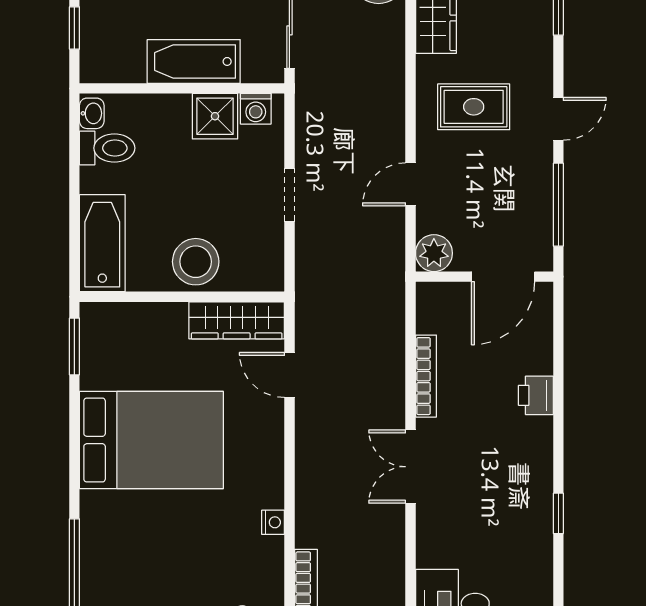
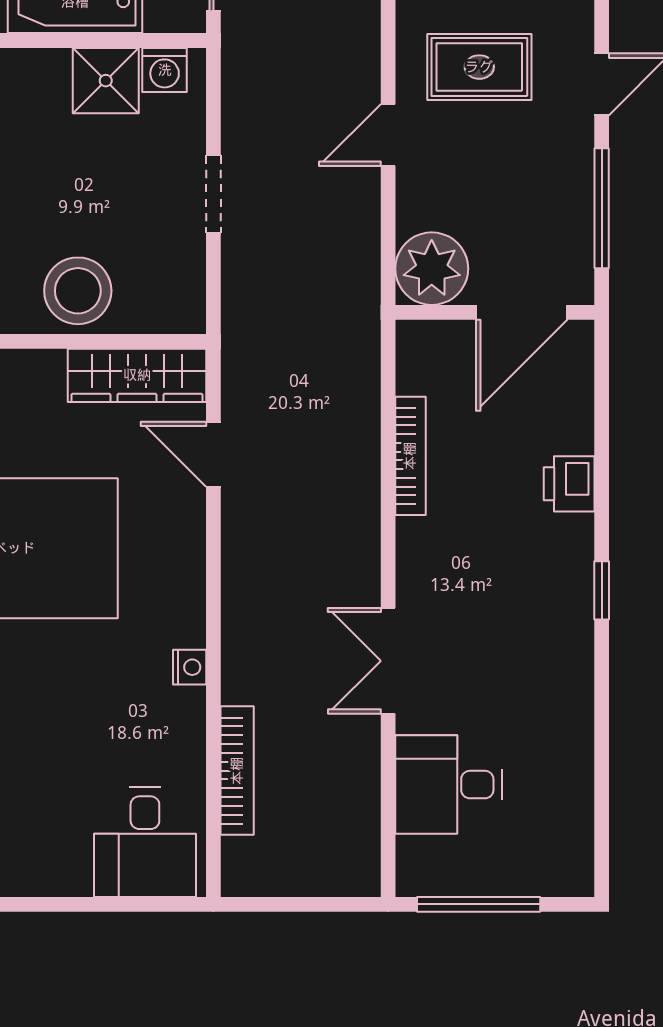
door: (410, 184) -> (388, 135), moved
plant: (434, 253) -> (432, 269), width x1.36, depth x1.36
double door: (410, 467) -> (388, 661), moved
window: (558, 513) -> (602, 590), moved

